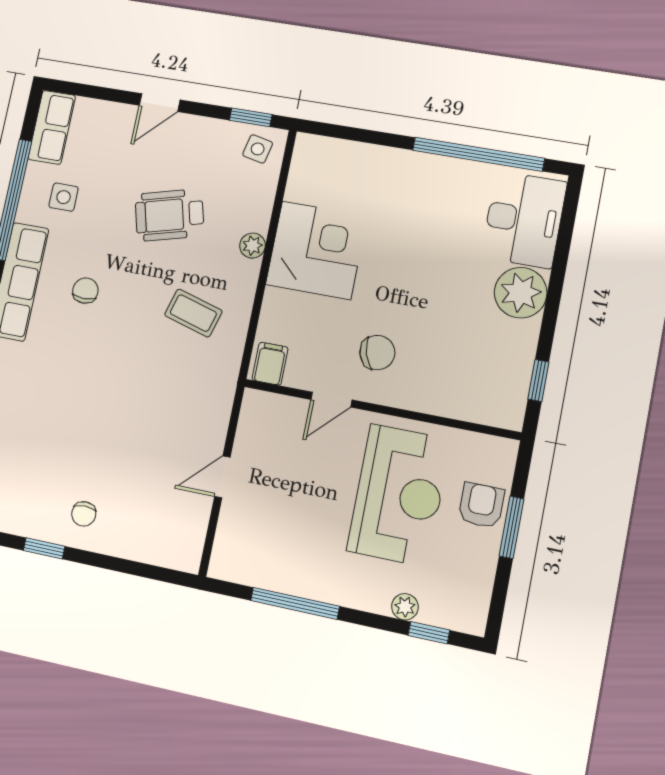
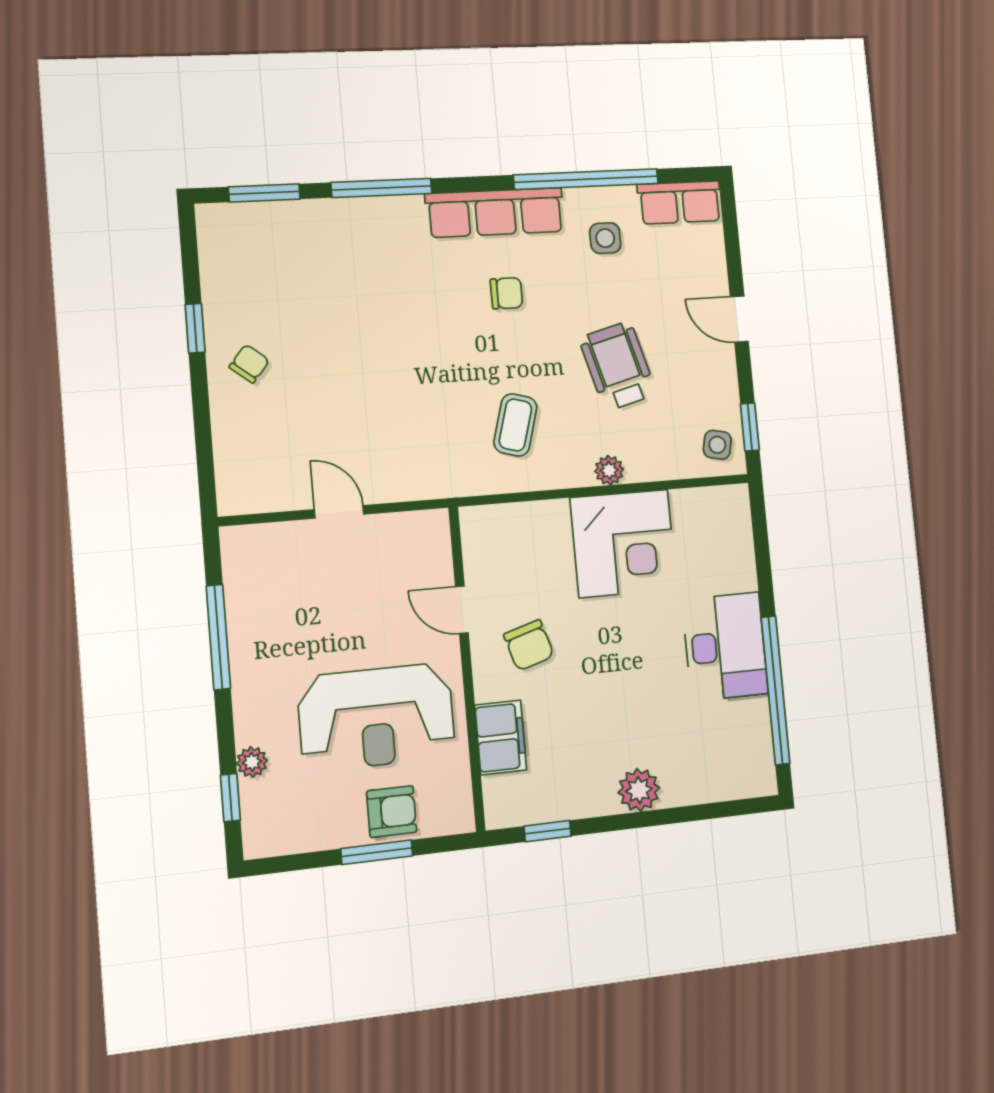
desk: (524, 220) -> (725, 646), moved, turned -90
plant: (521, 293) -> (639, 790), width x0.73, depth x0.73
filing cabinet: (270, 364) -> (501, 738), moved, width x2.00
chair: (84, 514) -> (249, 364), turned 129

